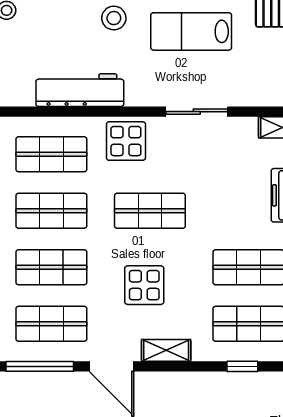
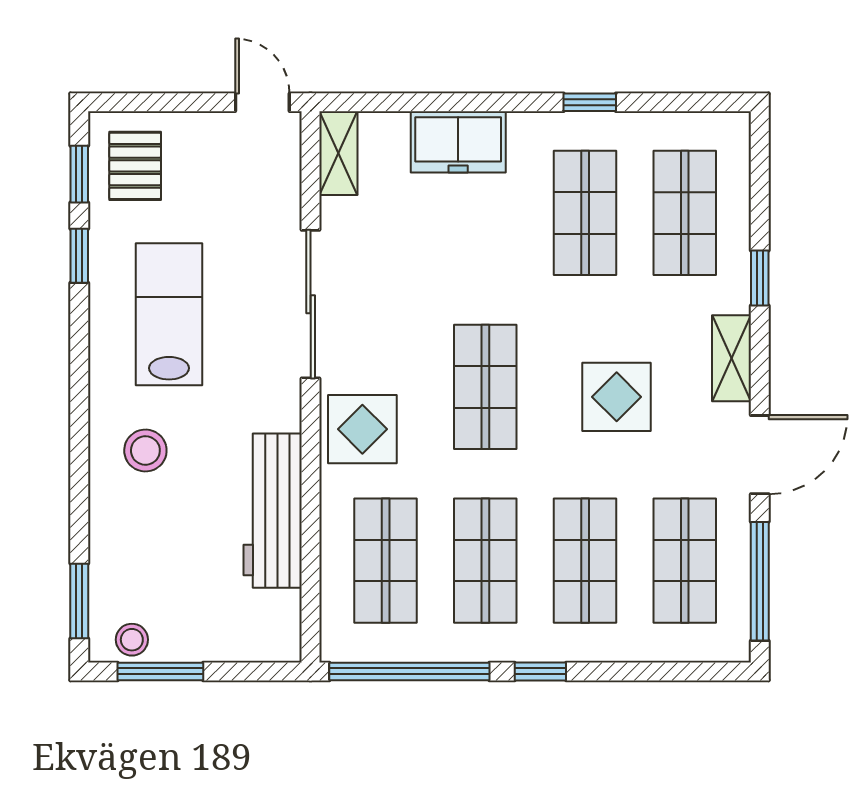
lab bench: (191, 31) -> (169, 314), turned 180
sliding door: (197, 112) -> (311, 304), width x1.37
window: (242, 366) -> (760, 278), moved

